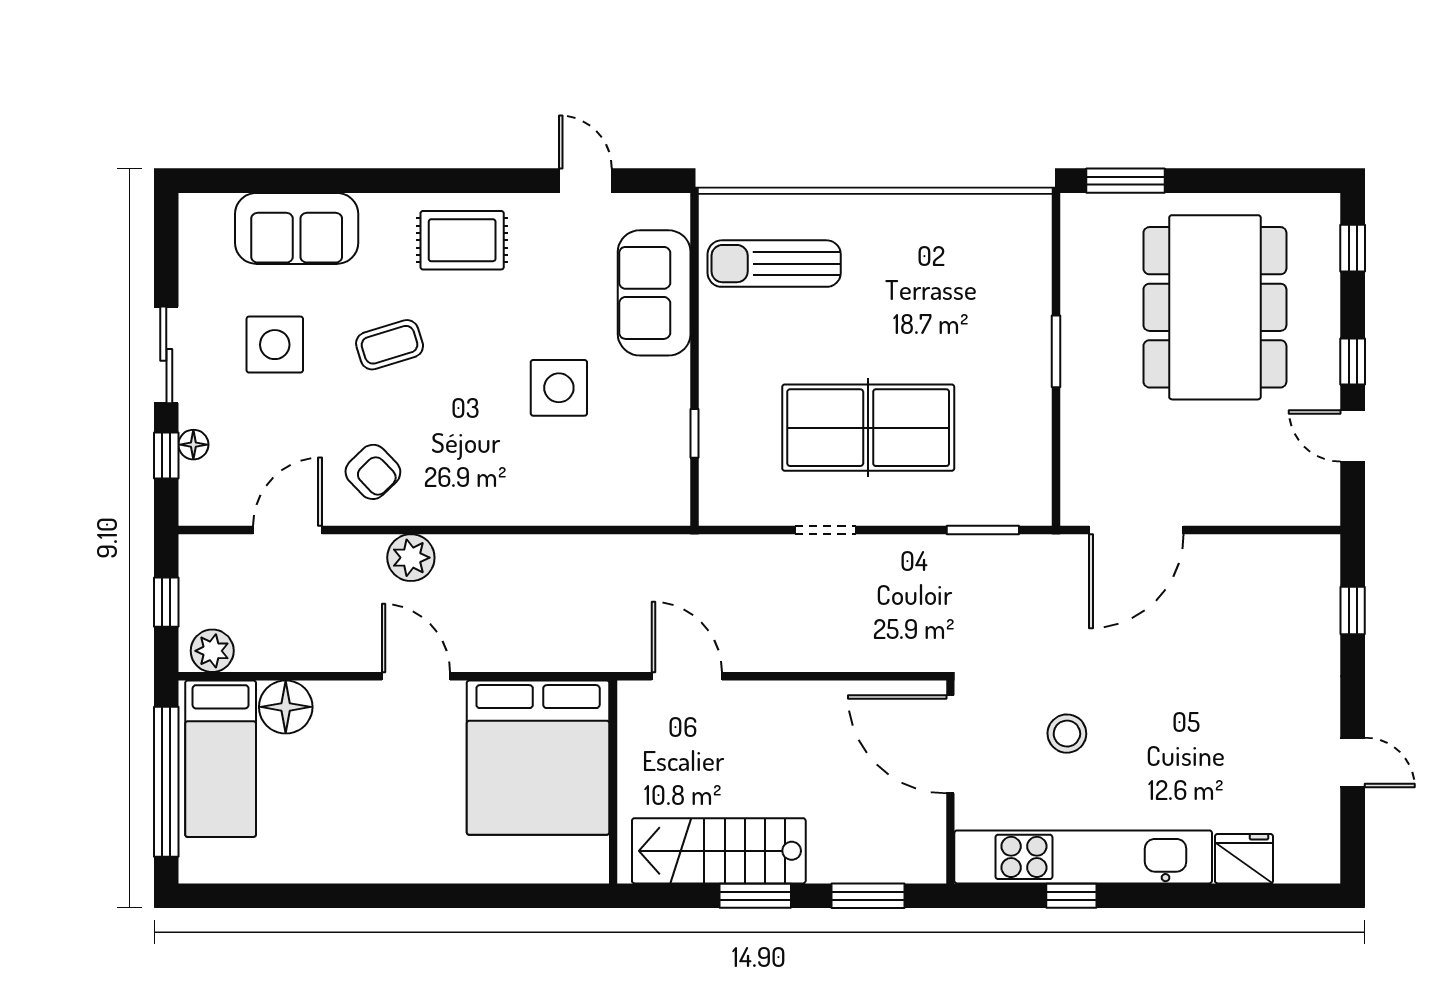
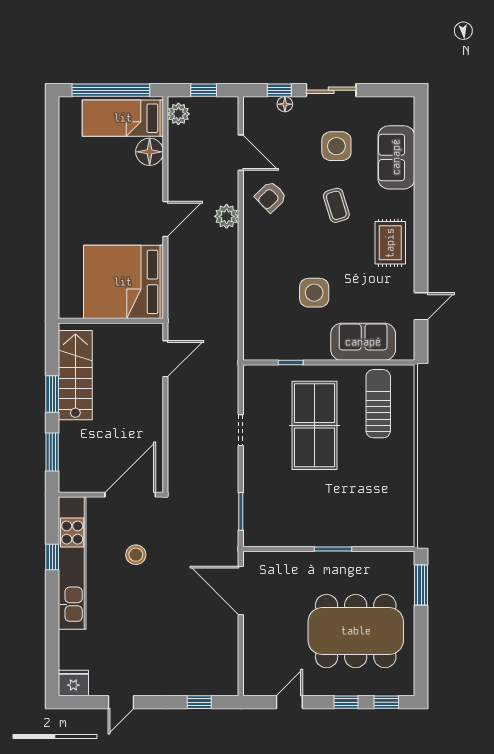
window: (1353, 361) -> (346, 702), moved
table tennis table: (868, 428) -> (314, 425), moved
fridge: (1244, 859) -> (73, 683), moved, turned -90

